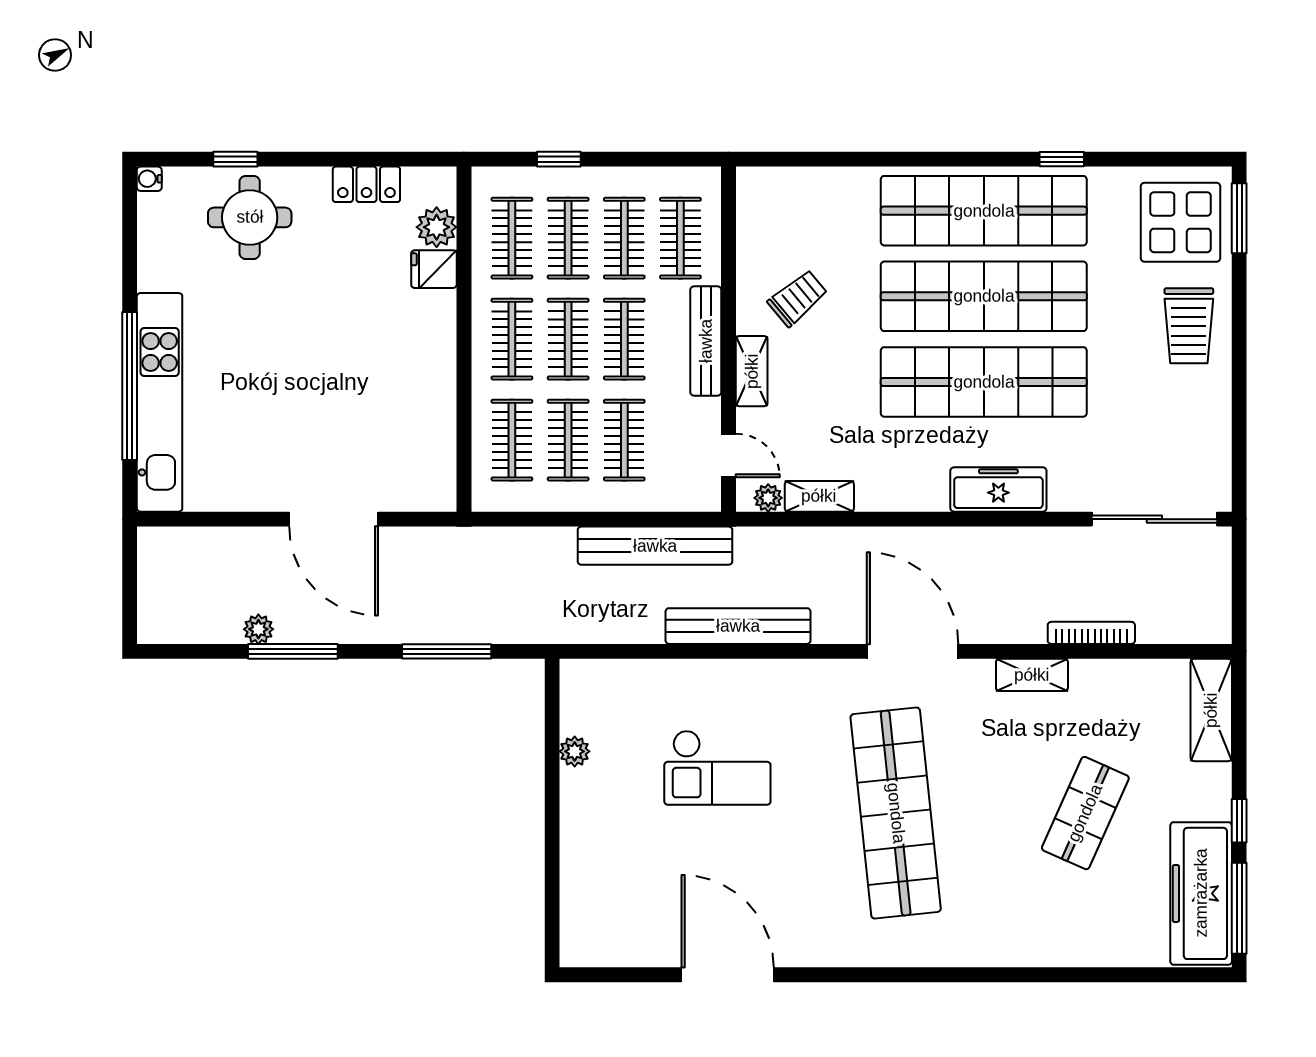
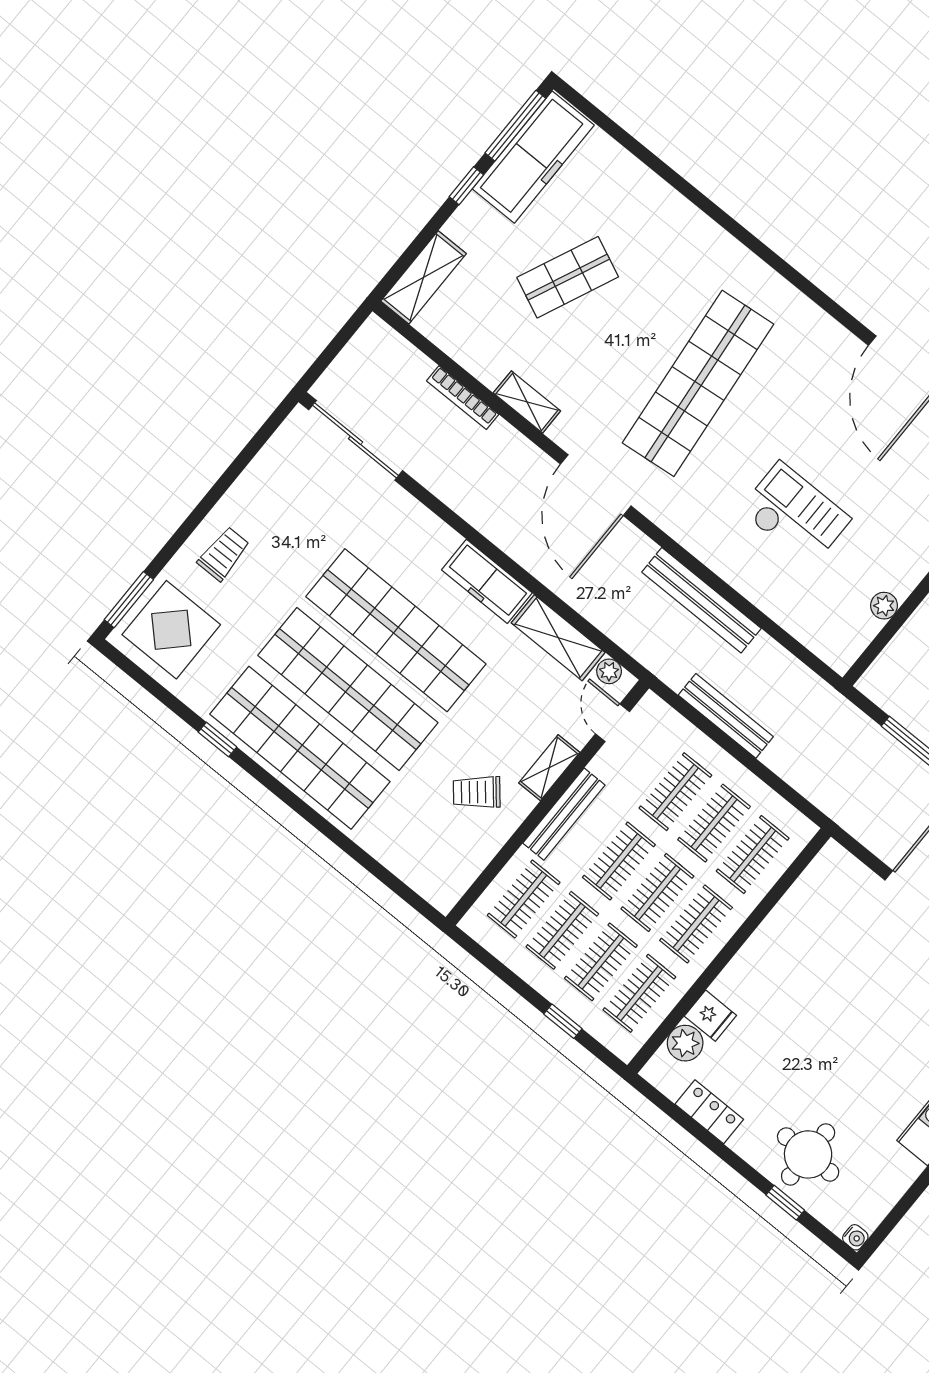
trolley: (1189, 326) -> (224, 554), width x0.73, depth x0.72
freezer: (998, 490) -> (487, 581), moved
shelving: (819, 496) -> (558, 638), width x1.50, depth x1.33
bench: (655, 546) -> (726, 716), width x0.73, depth x0.82

